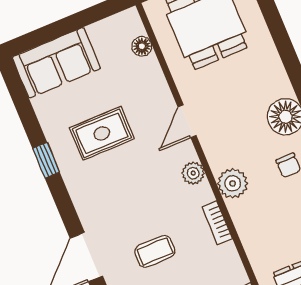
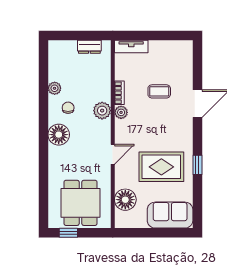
floor lamp: (142, 46) -> (125, 200), width x1.89, depth x1.89
rug: (102, 133) -> (161, 167), width x1.36, depth x1.43
plant: (193, 173) -> (121, 112), moved

